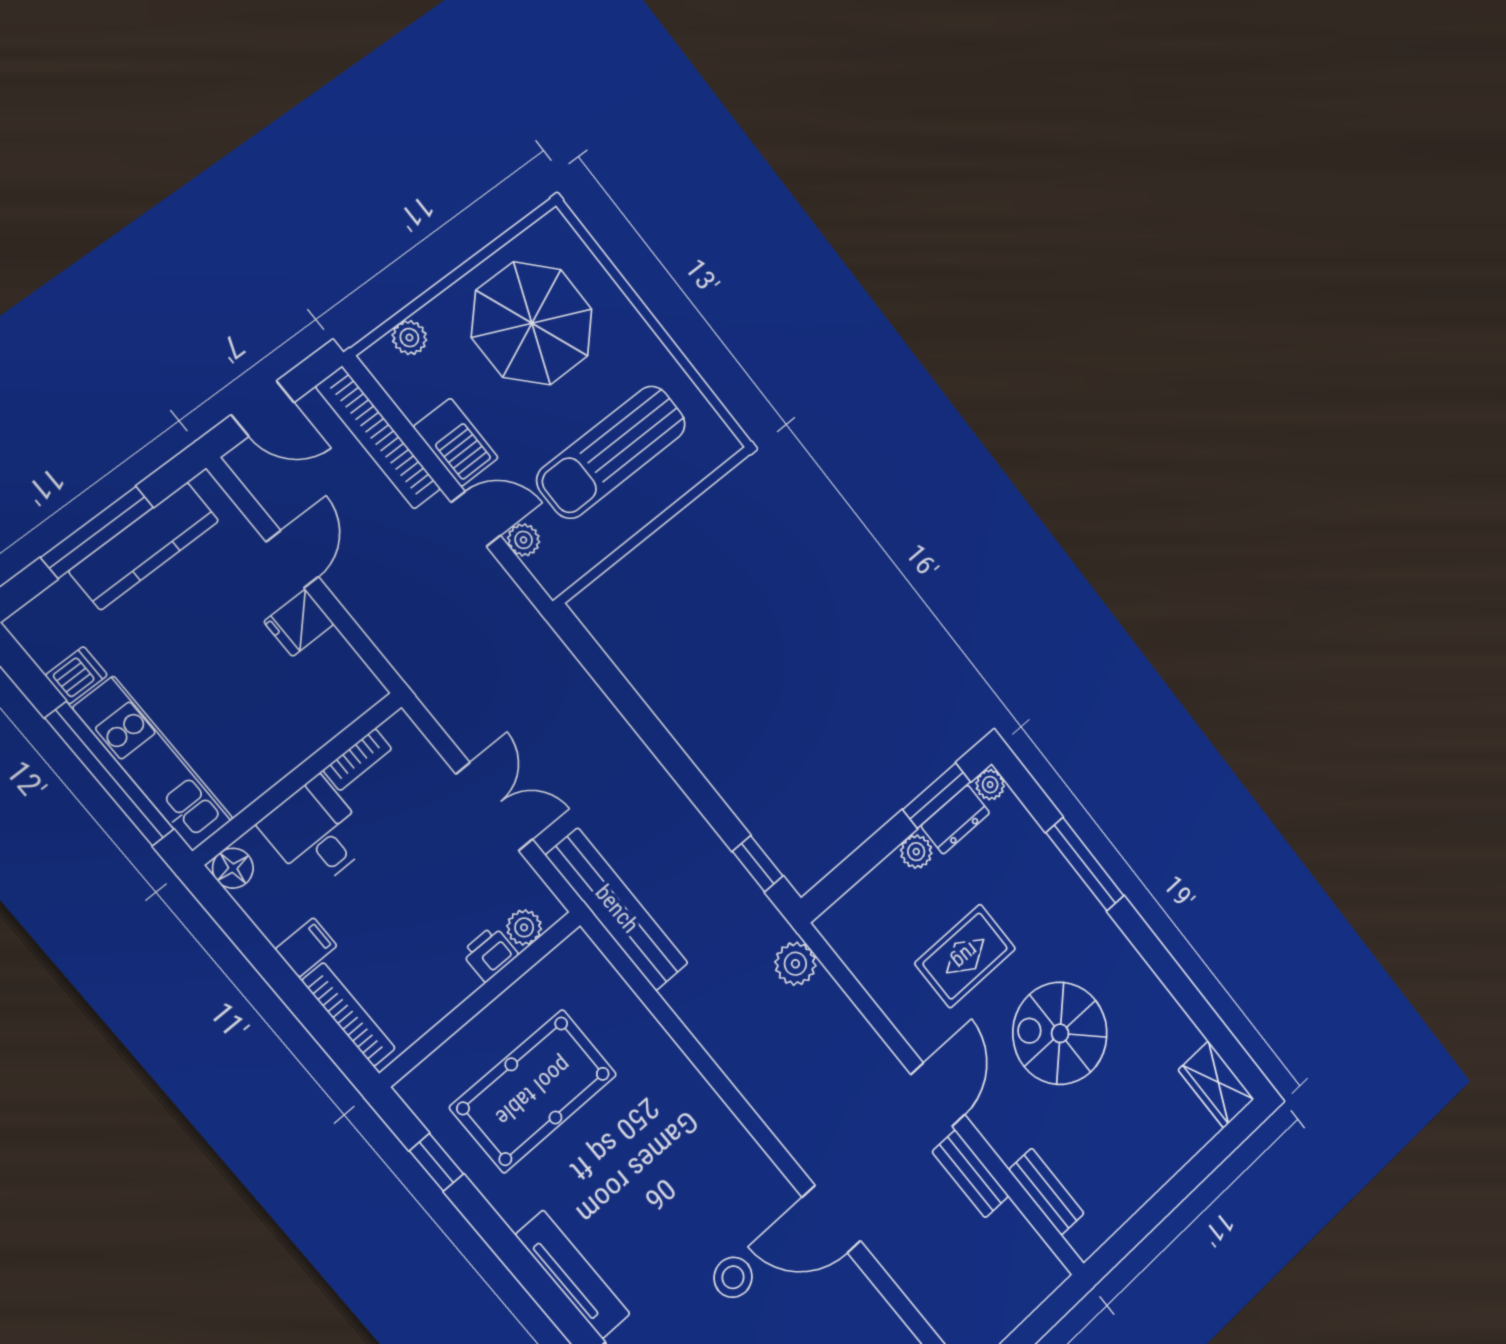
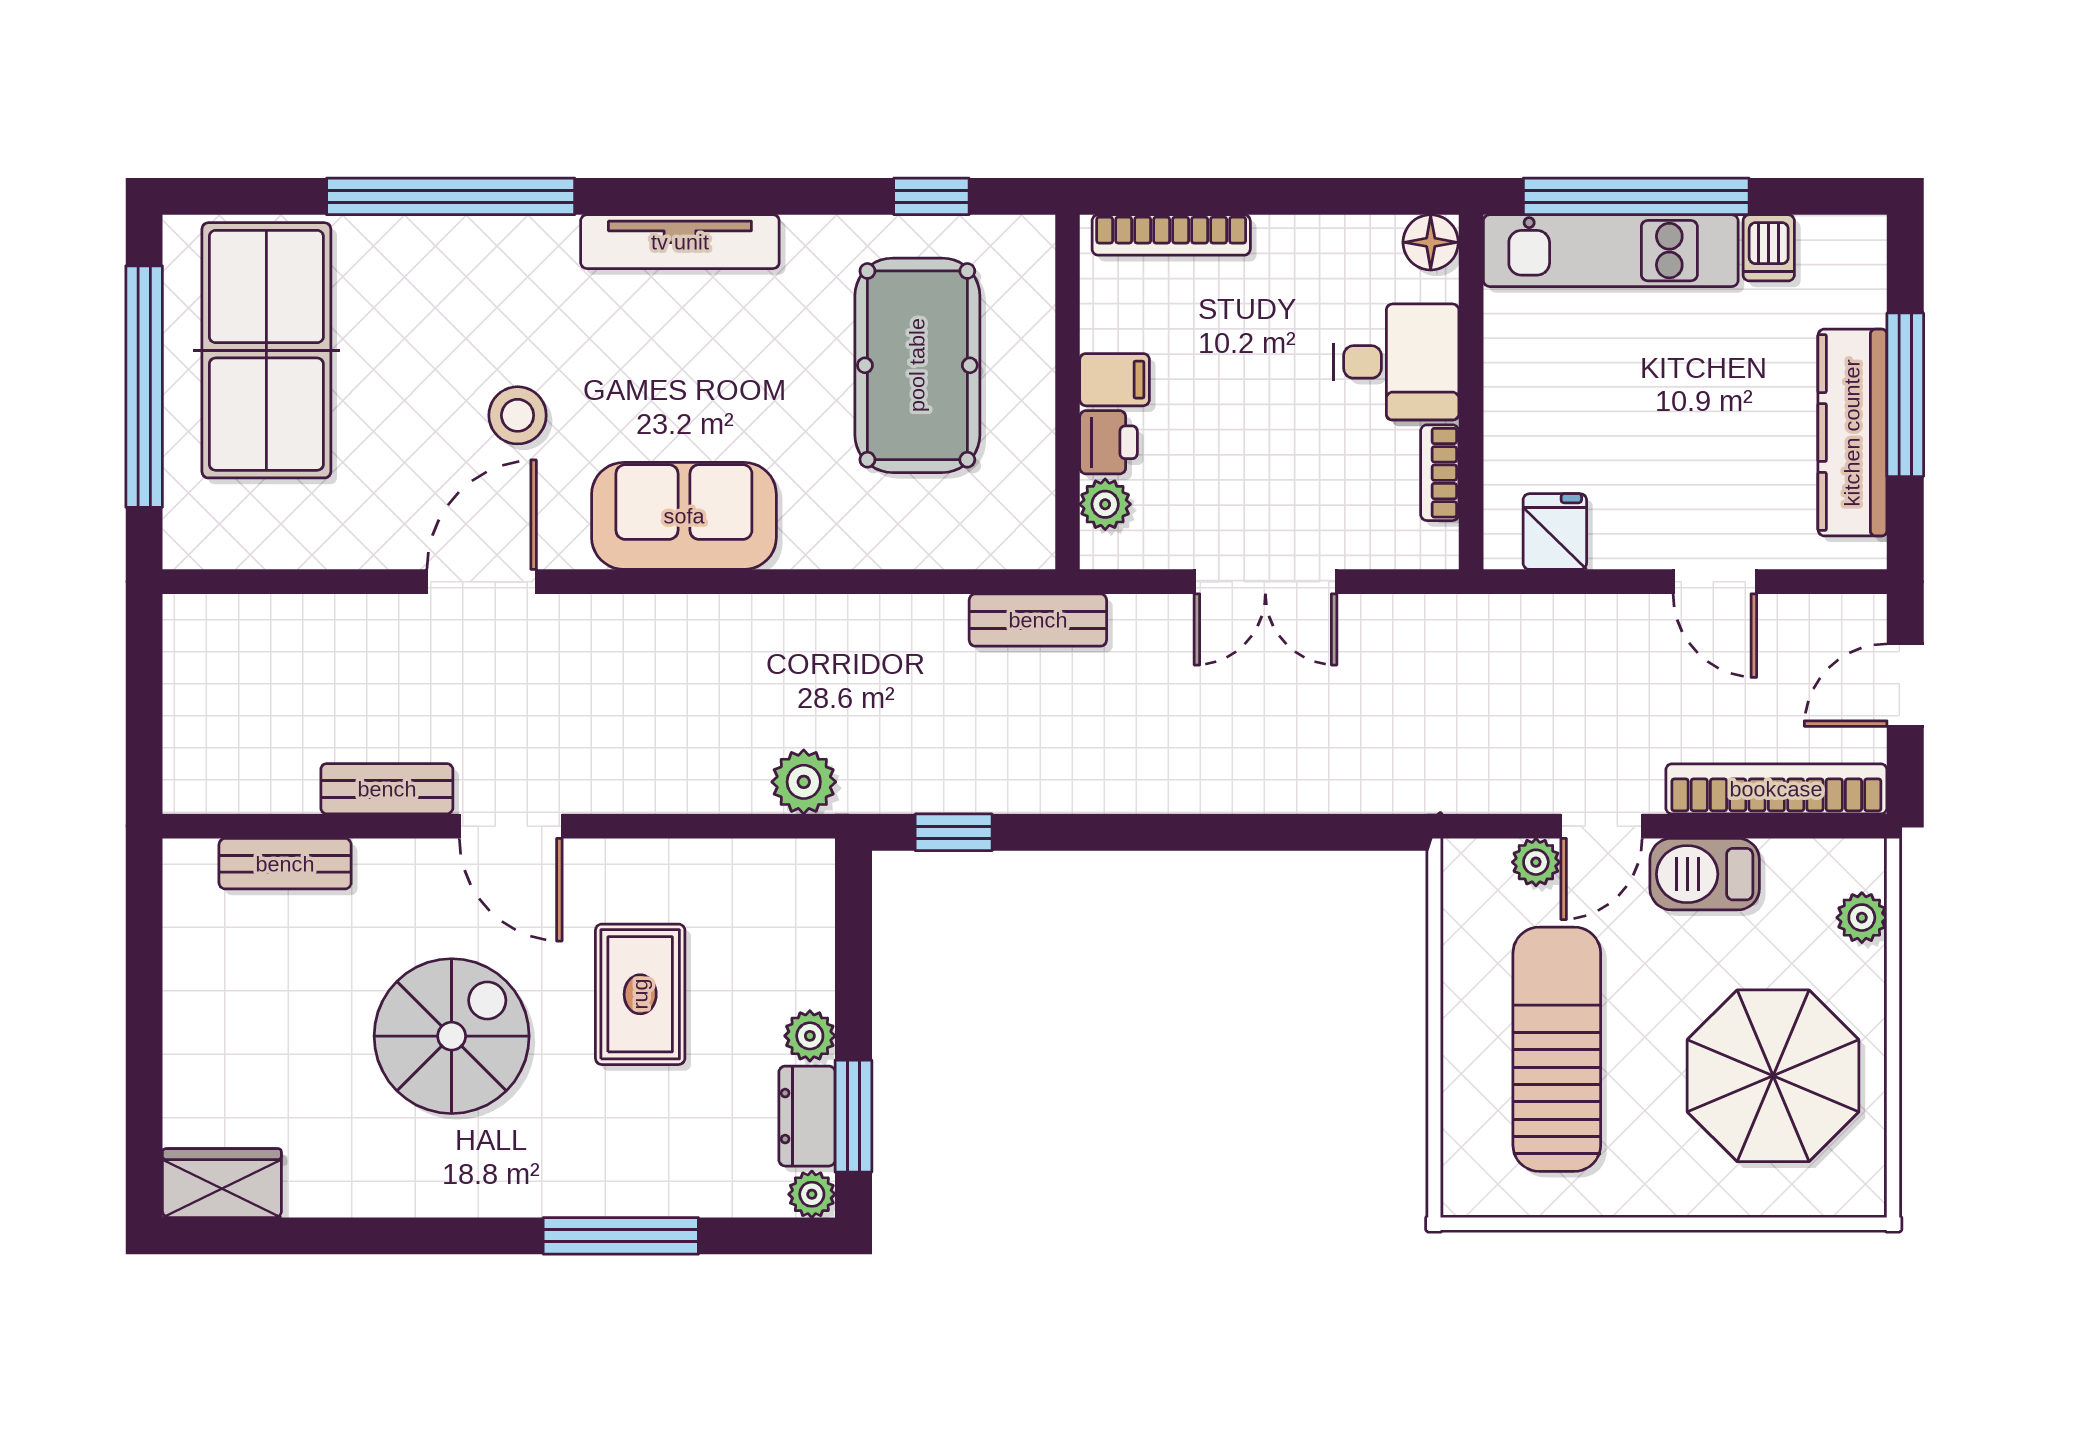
fridge: (299, 623) -> (1555, 532), moved
bench: (617, 909) -> (1038, 620), width x0.54, depth x0.82
filing cabinet: (306, 947) -> (1115, 380), moved, turned -90
sofa: (713, 1145) -> (684, 516), added

